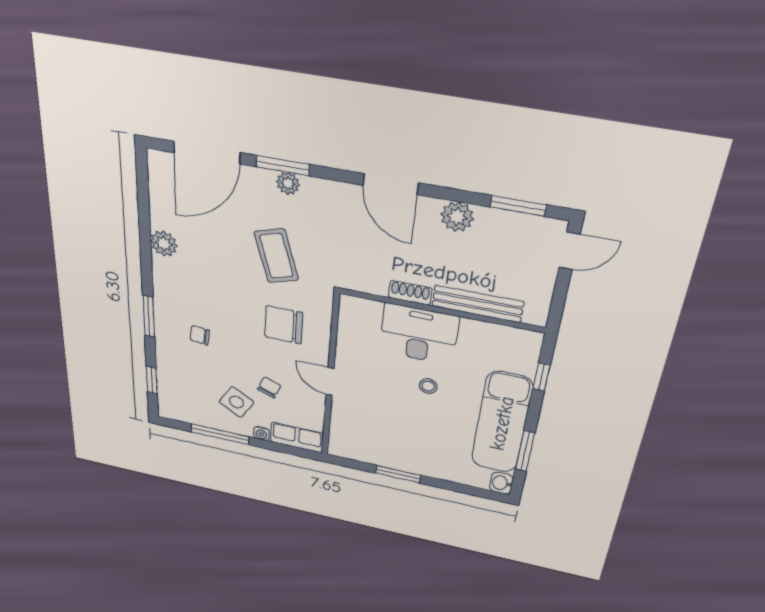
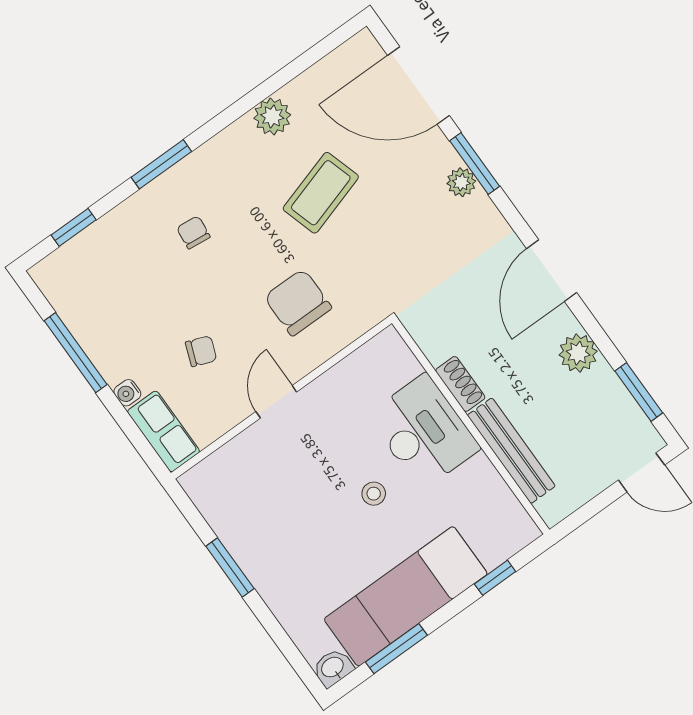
coffee table: (276, 256) -> (321, 193), moved
side table: (236, 402) -> (143, 335), removed

